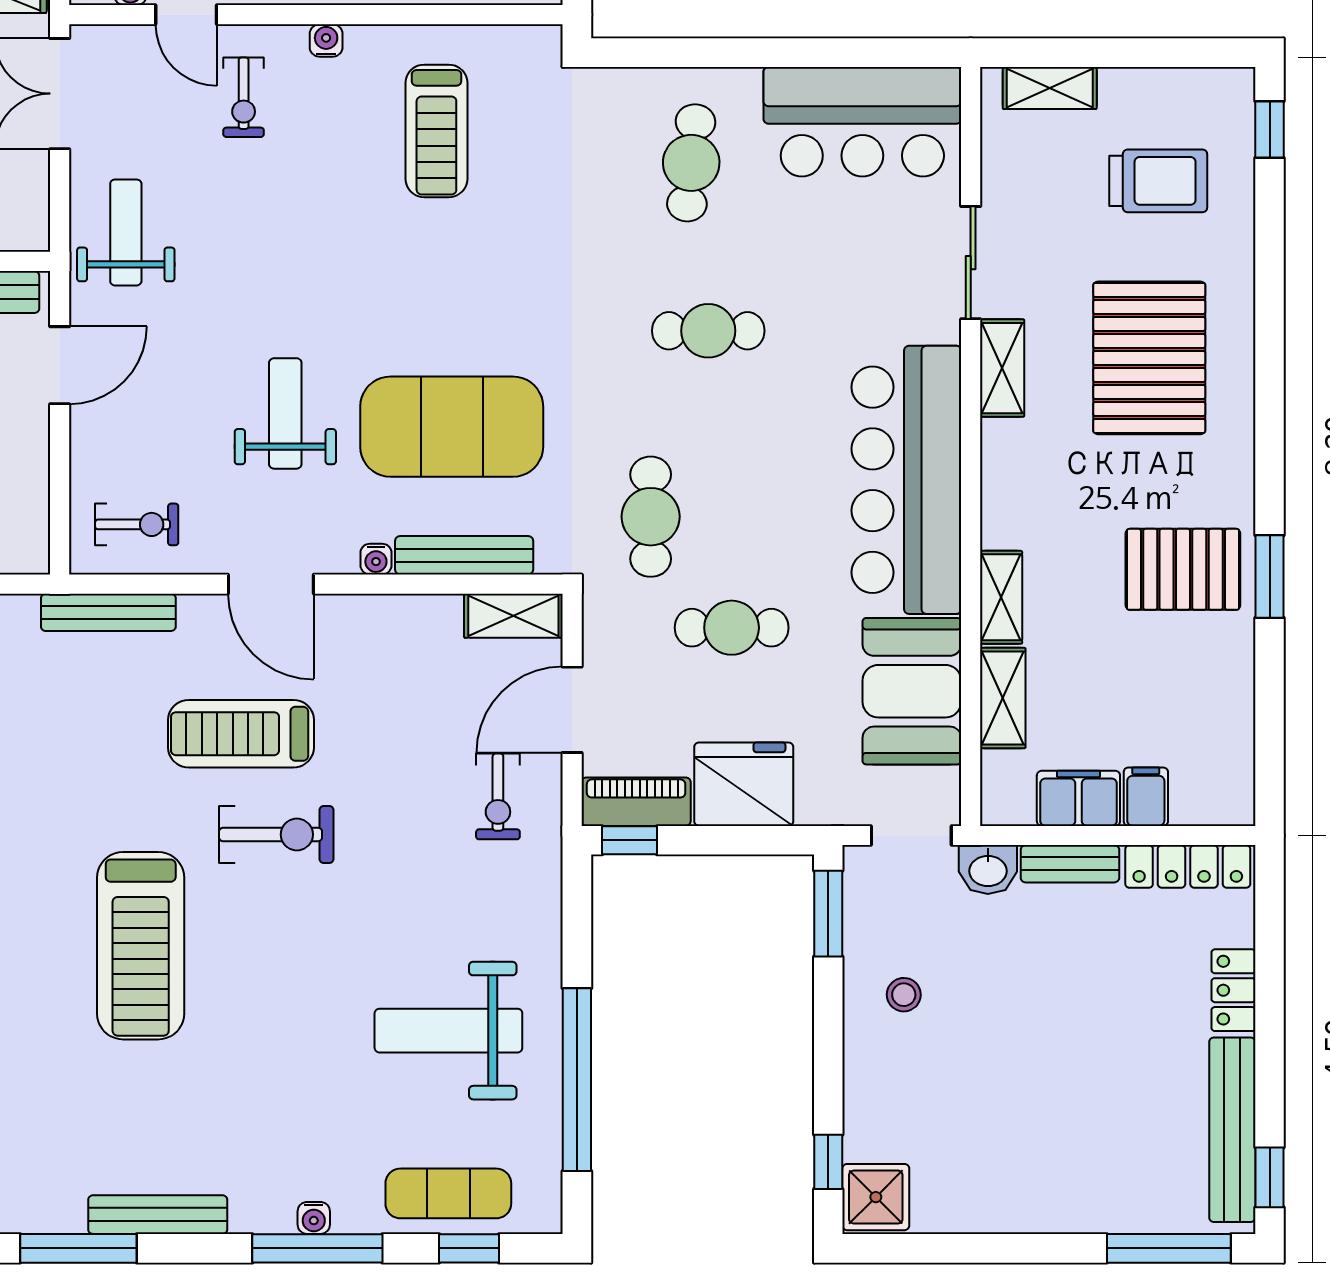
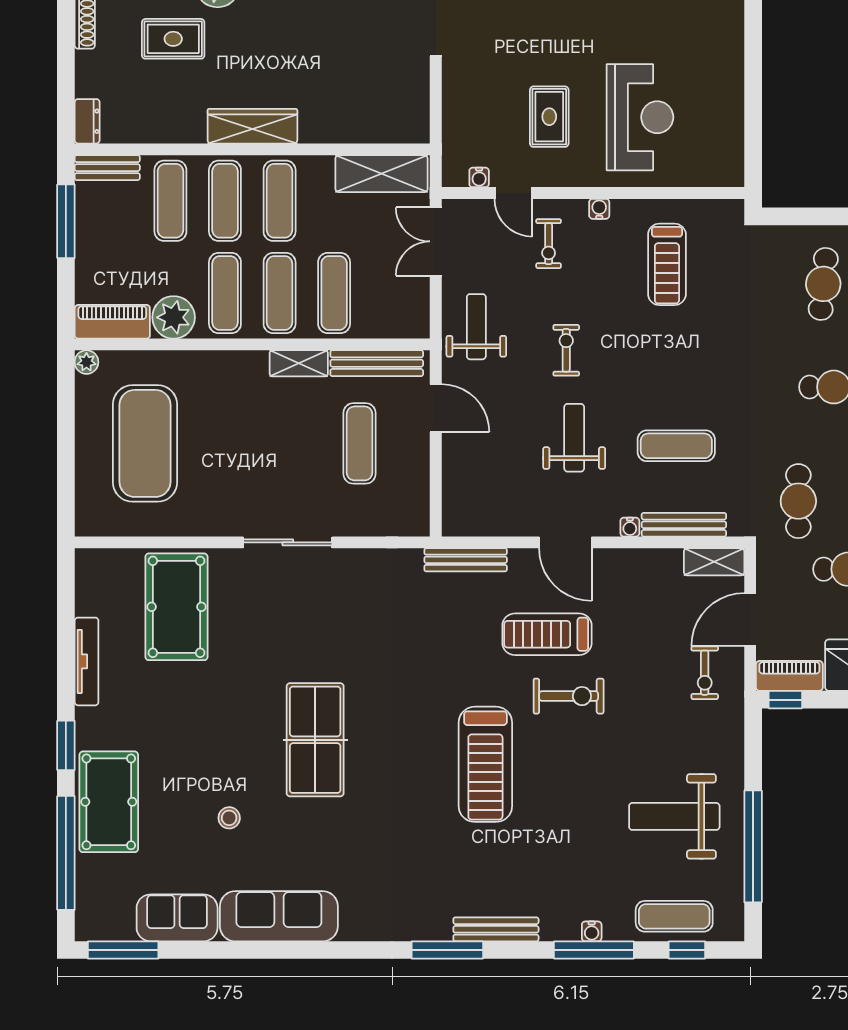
door: (60, 365) -> (436, 408), hinge flipped
exercise mat: (452, 427) -> (676, 446), width x0.50, depth x0.69
exercise bike: (137, 524) -> (566, 350), moved, turned -90

